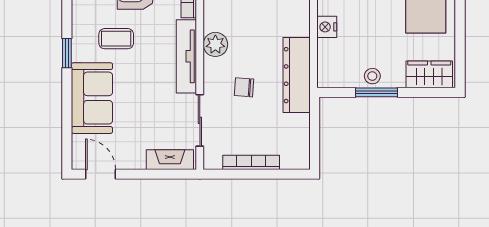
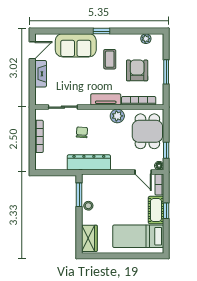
nightstand: (327, 27) -> (116, 180), removed
plant: (215, 44) -> (117, 116), moved
tv unit: (186, 56) -> (106, 99), width x0.71
window: (377, 92) -> (79, 195), moved
fireplace: (170, 160) -> (41, 74), moved

